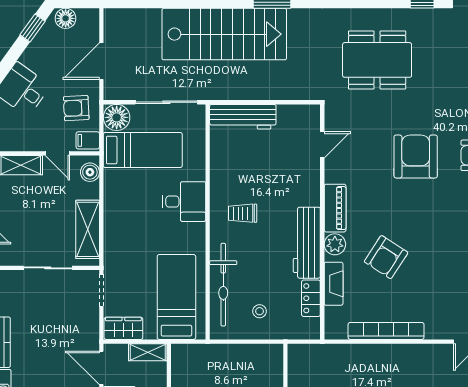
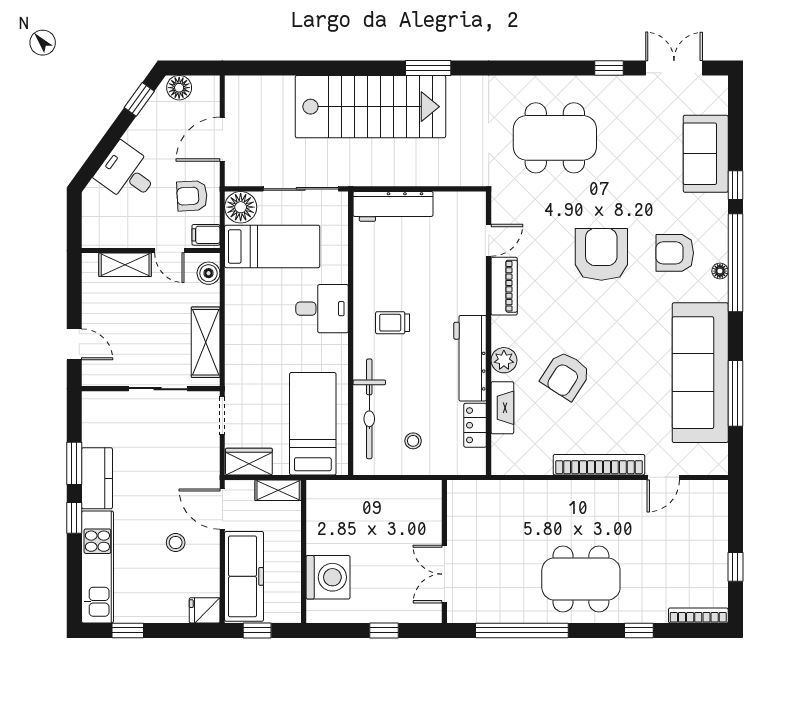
piano: (335, 208) -> (504, 286), moved
bookcase: (386, 331) -> (599, 465), moved

